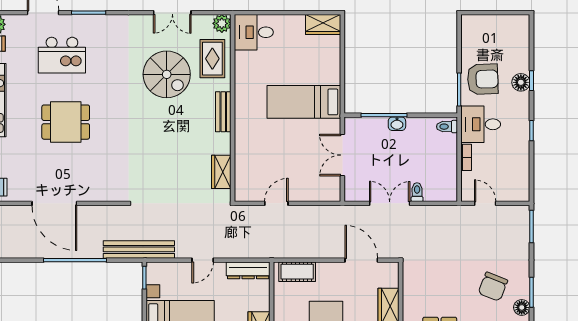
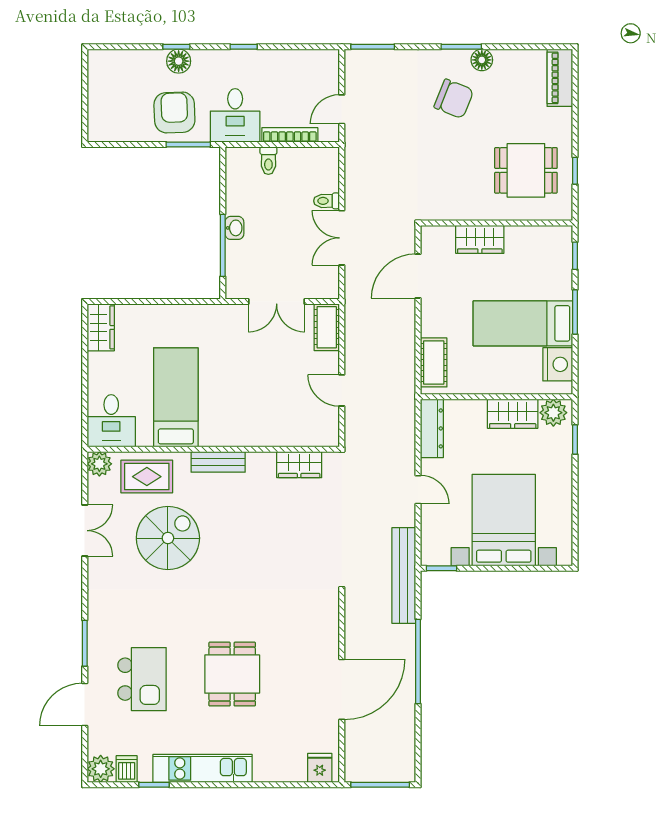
bed: (304, 102) -> (176, 397), moved, turned 180
toilet: (447, 127) -> (268, 161), moved
bookcase: (466, 157) -> (290, 135), width x1.56
cot: (323, 192) -> (327, 327), added

